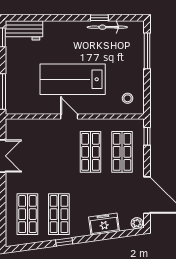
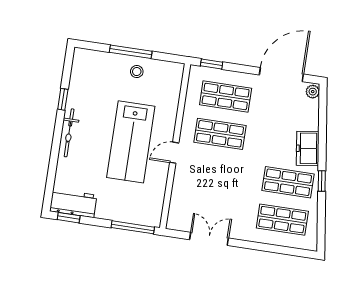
bicycle: (107, 27) -> (69, 133), moved
workbench: (24, 30) -> (73, 203), moved, turned -90
window: (147, 51) -> (131, 52), moved
stool: (128, 98) -> (137, 72), moved
freezer: (104, 224) -> (308, 148), moved

